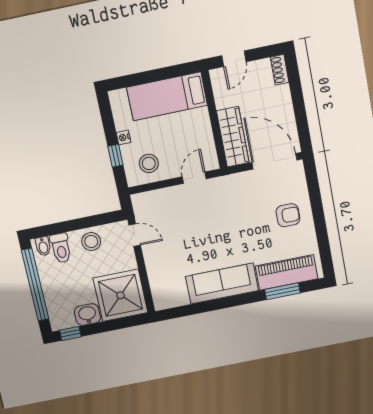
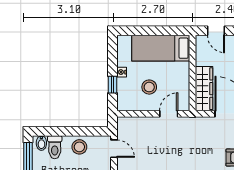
door: (234, 59) -> (216, 31), hinge flipped
stool: (149, 163) -> (149, 87), moved

